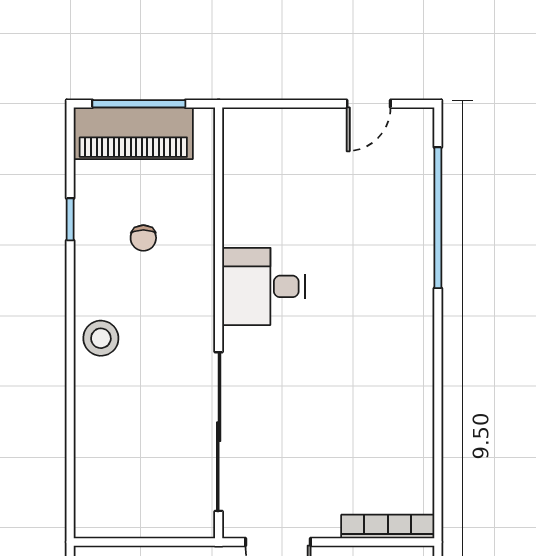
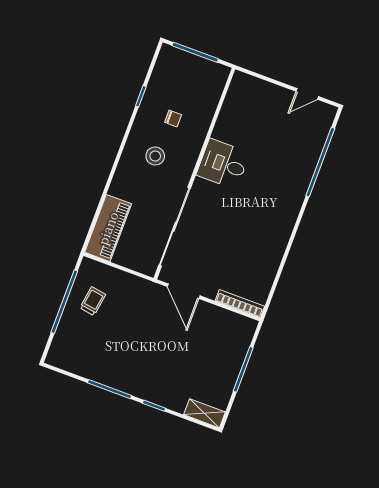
piano: (133, 133) -> (108, 228), moved, turned -90
chair: (143, 238) -> (173, 119), turned -90
stool: (101, 338) -> (155, 156), moved

